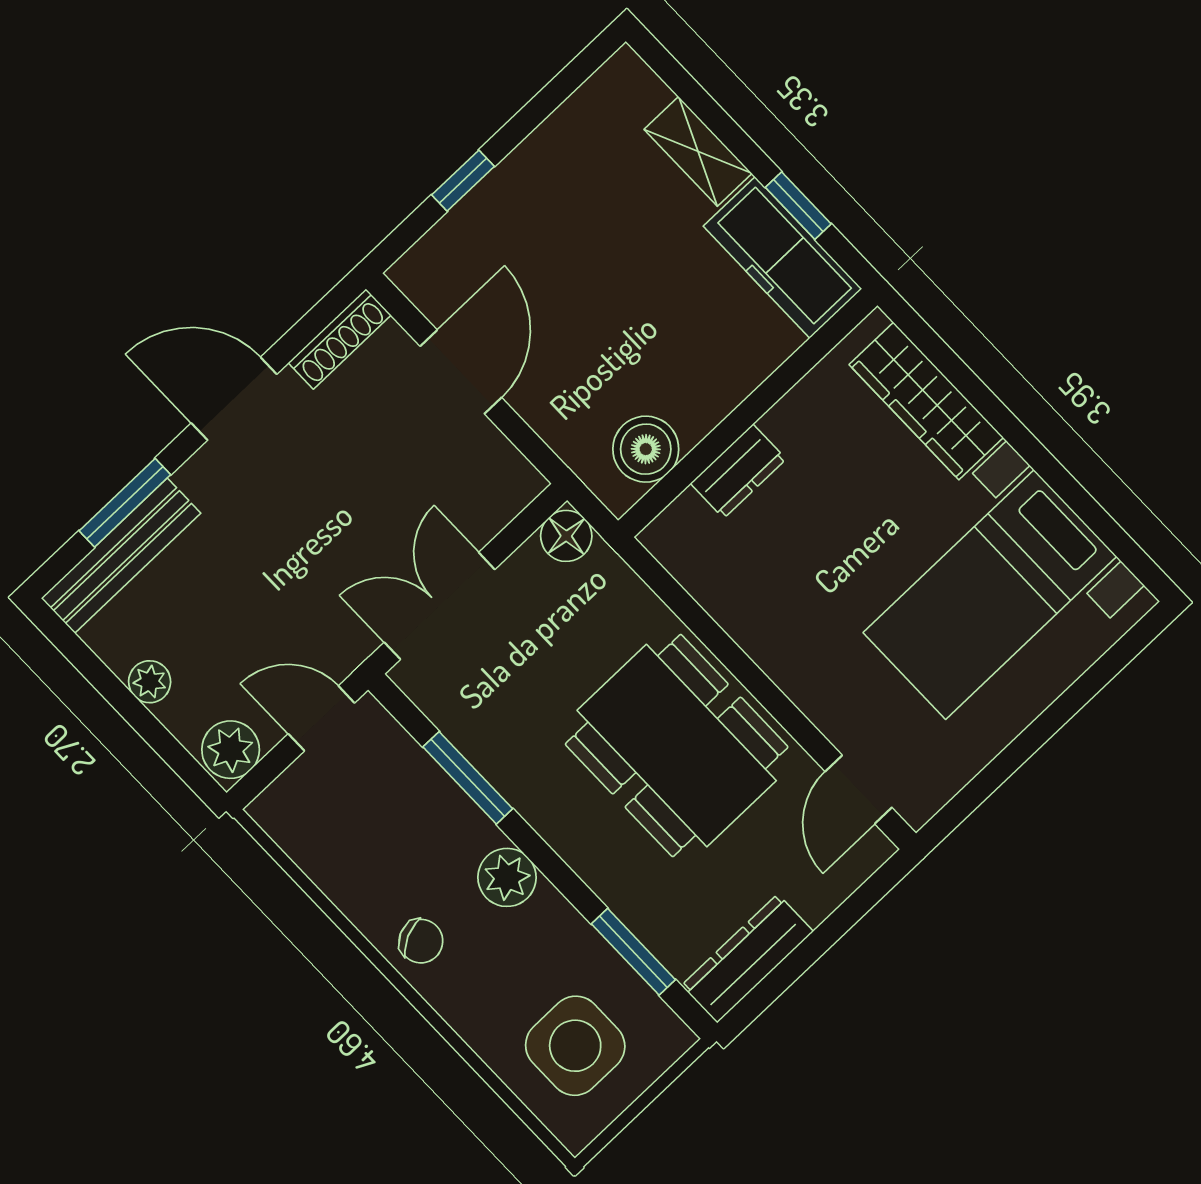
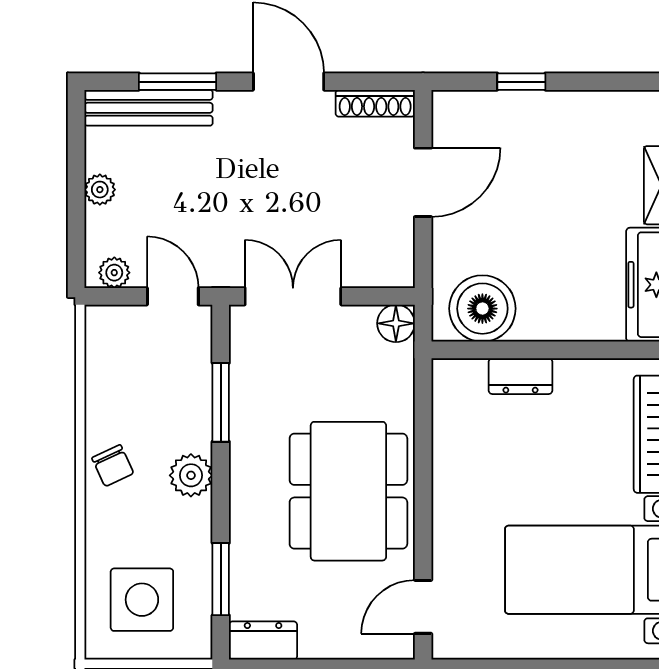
boiler: (646, 449) -> (482, 309), width x1.37, depth x1.37
plant: (231, 750) -> (114, 273), width x0.73, depth x0.73
dresser: (747, 958) -> (263, 641), width x0.70

